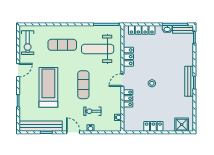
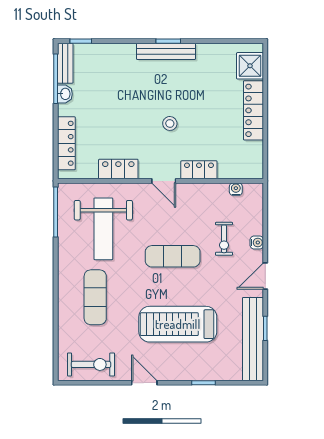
locker: (153, 126) -> (253, 110), width x1.53

